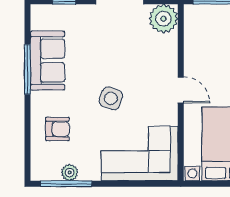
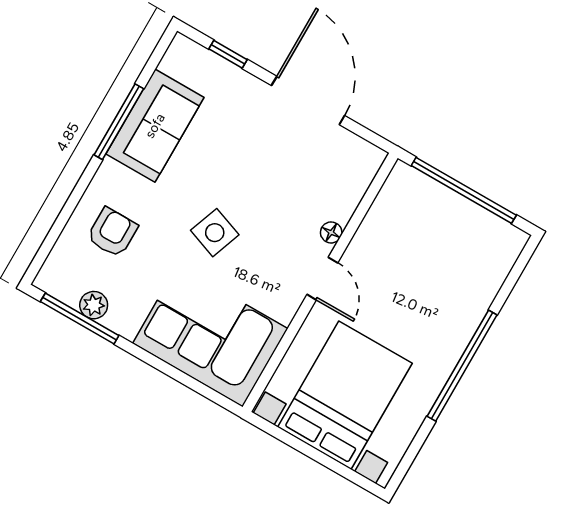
plant: (163, 19) -> (357, 162), removed
floor lamp: (171, 63) -> (331, 232), added
armchair: (57, 129) -> (112, 232), turned -90

